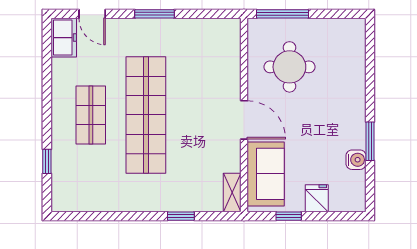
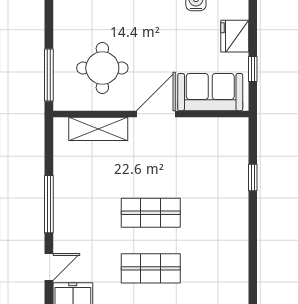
window: (154, 14) -> (49, 204), width x1.44
shop shelf: (146, 115) -> (151, 213), width x0.50, depth x0.74
shelving: (232, 192) -> (98, 129), moved, width x1.50, depth x1.33
fridge: (317, 198) -> (235, 36), width x1.38

